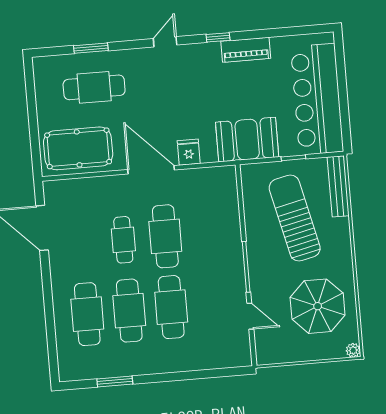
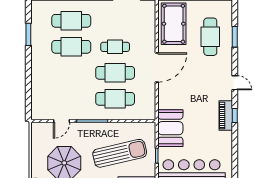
piano: (246, 50) -> (226, 116), moved
fridge: (189, 152) -> (166, 92), removed
cafe table: (171, 307) -> (115, 99), moved

